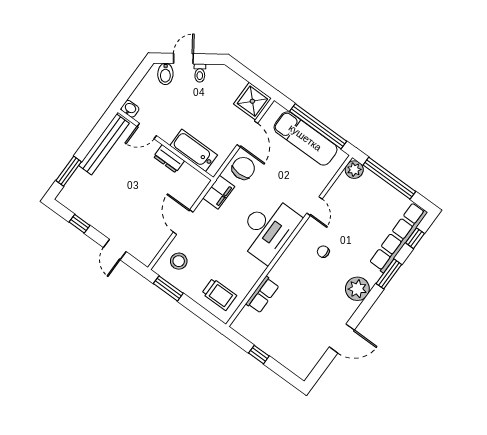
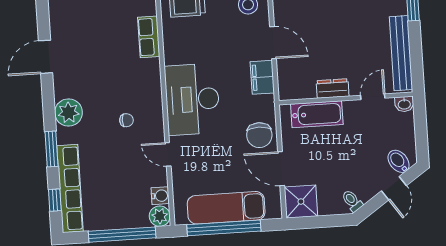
toilet: (200, 73) -> (352, 201), moved
water cooler: (343, 183) -> (160, 196), added
filing cabinet: (219, 192) -> (262, 77), moved

